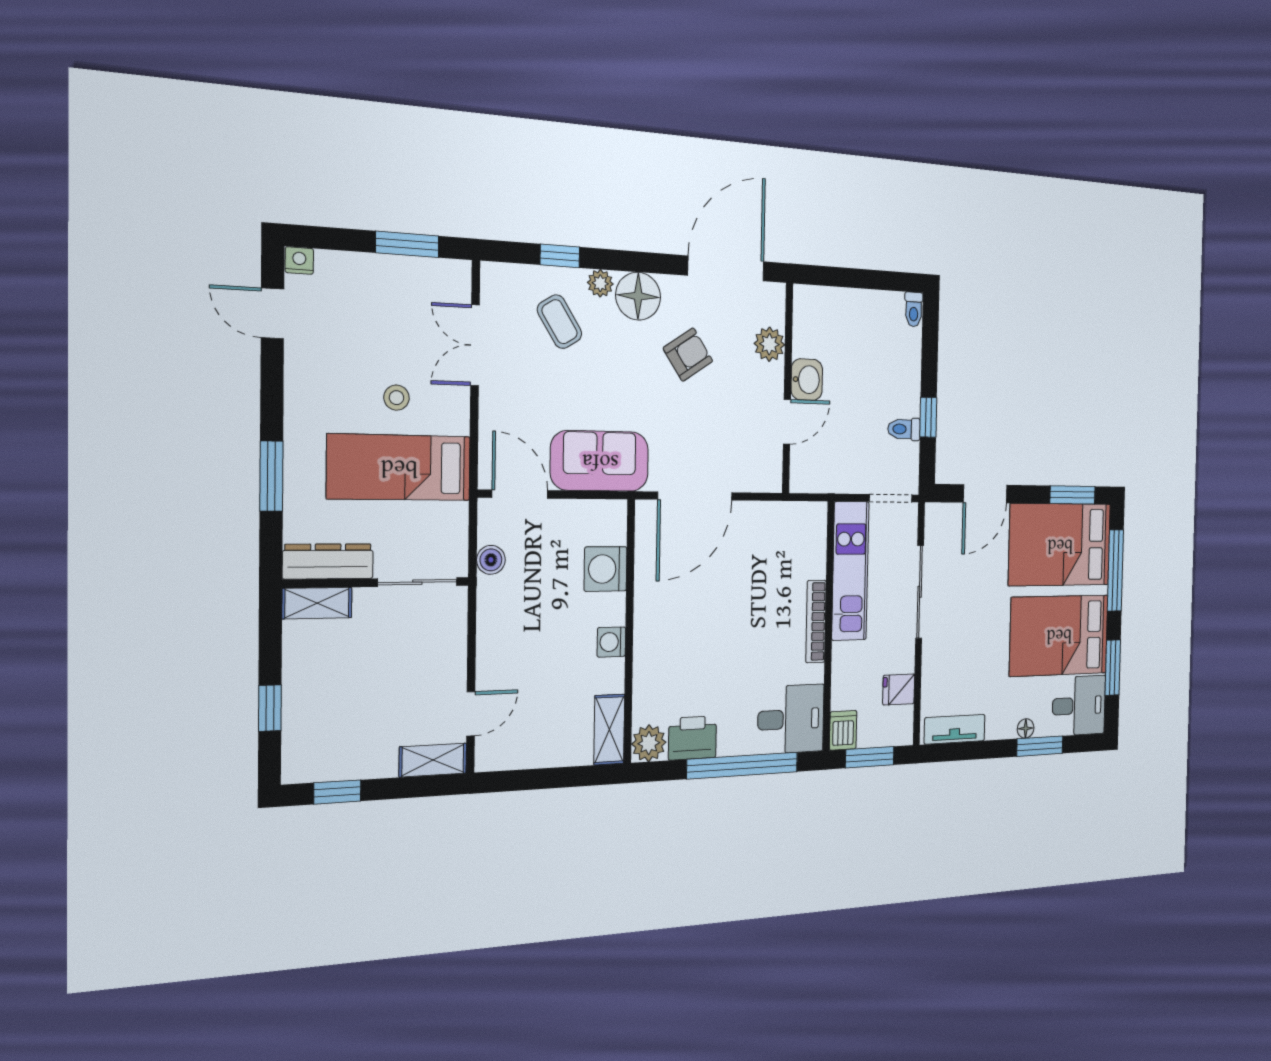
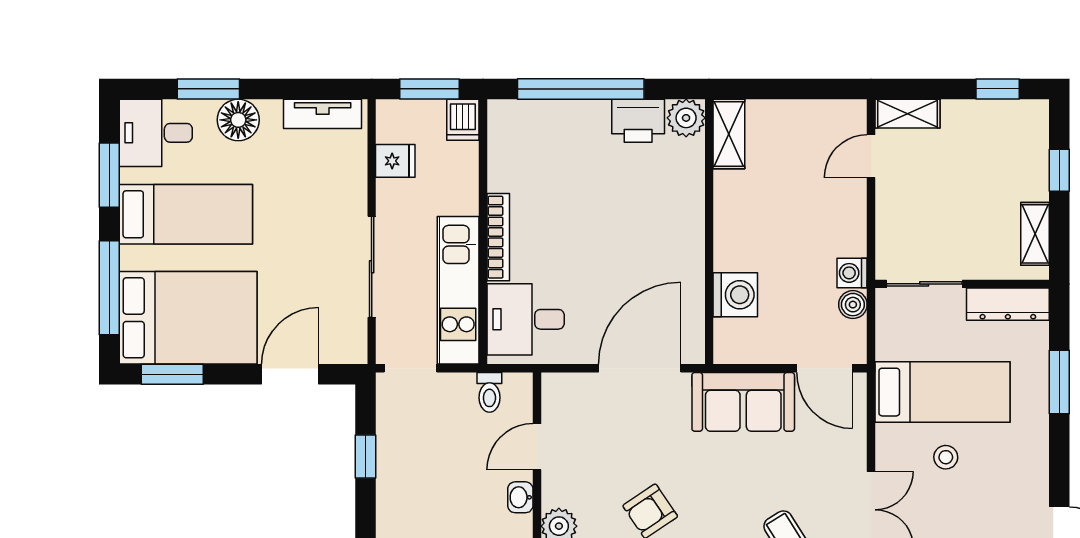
washbasin: (807, 380) -> (520, 497), width x0.72, depth x0.69
toilet: (904, 429) -> (489, 392), moved, turned 90
shelving: (317, 603) -> (1035, 234), moved, turned 90
bed: (1059, 635) -> (186, 214), width x0.67
washing machine: (611, 642) -> (852, 273), moved, turned 180
desk: (791, 719) -> (526, 319), moved
floor lamp: (1026, 728) -> (238, 120), width x1.89, depth x1.89

